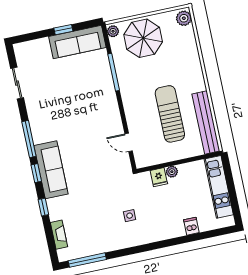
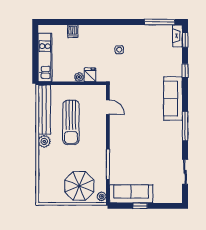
plant: (184, 18) -> (44, 141), moved
window: (36, 173) -> (185, 40), moved
fireplace: (59, 235) -> (178, 36), moved

